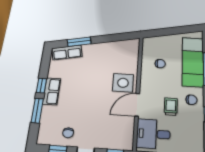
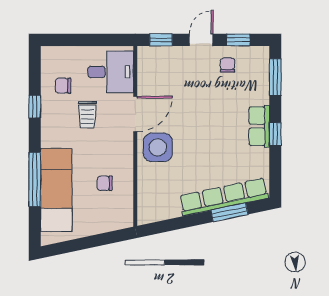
row of seats: (67, 52) -> (224, 197), width x2.02
chair: (191, 100) -> (63, 86), moved
window: (37, 111) -> (275, 77), moved

